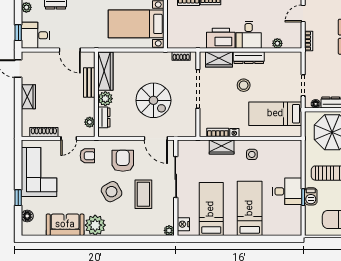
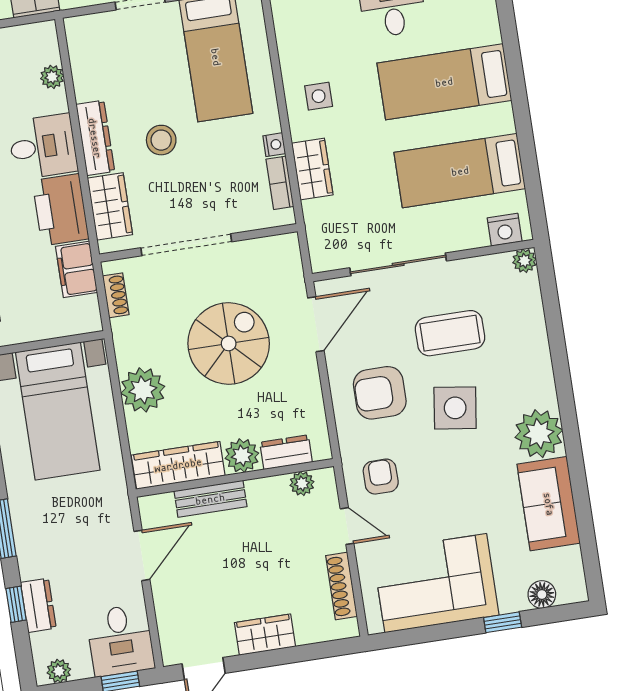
filing cabinet: (195, 41) -> (76, 269), added
plant: (139, 61) -> (143, 390), added
side table: (112, 192) -> (455, 408), turned 38

